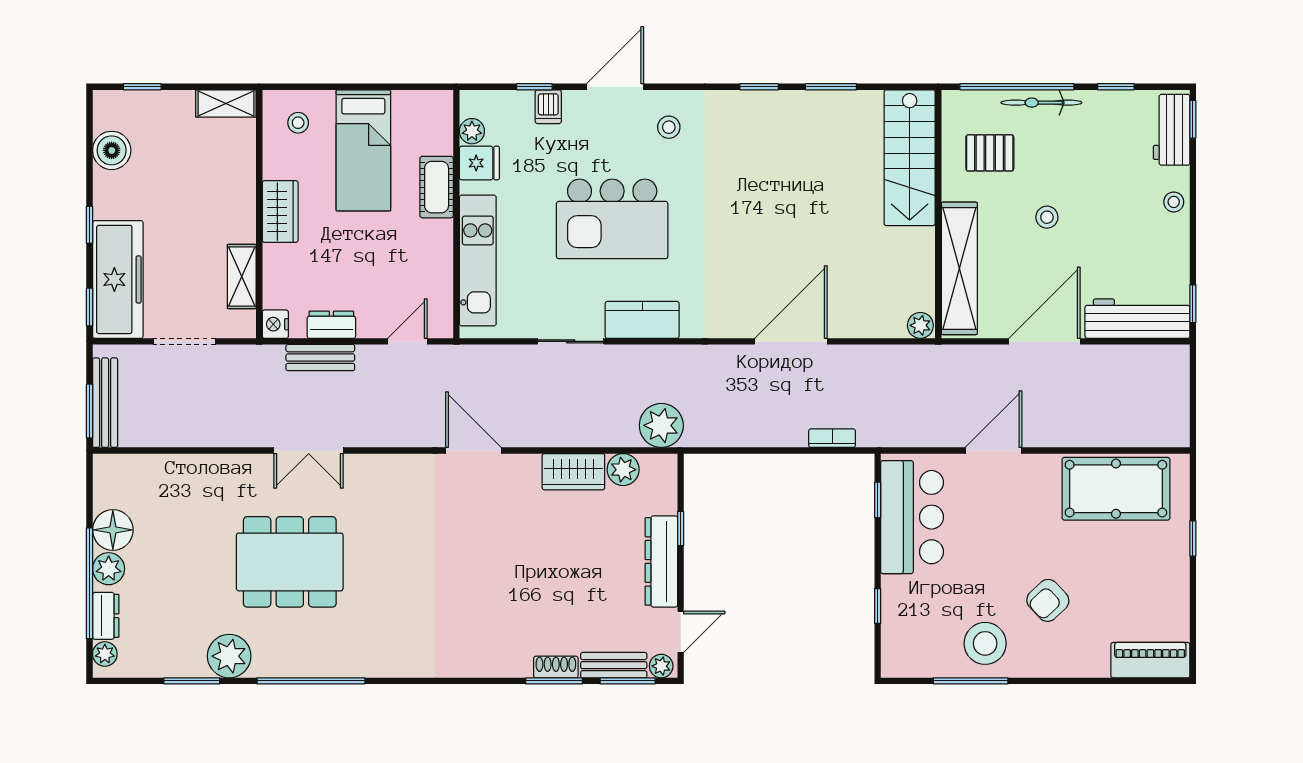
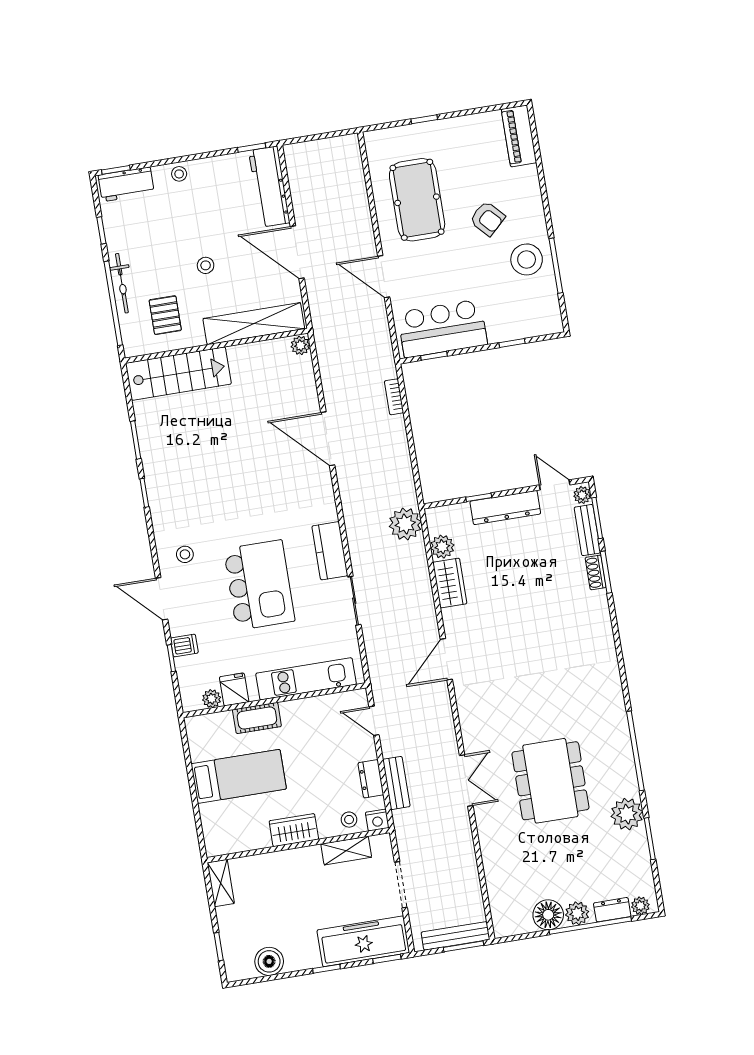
stool: (298, 123) -> (349, 820), moved
pool table: (1116, 489) -> (417, 200), moved

